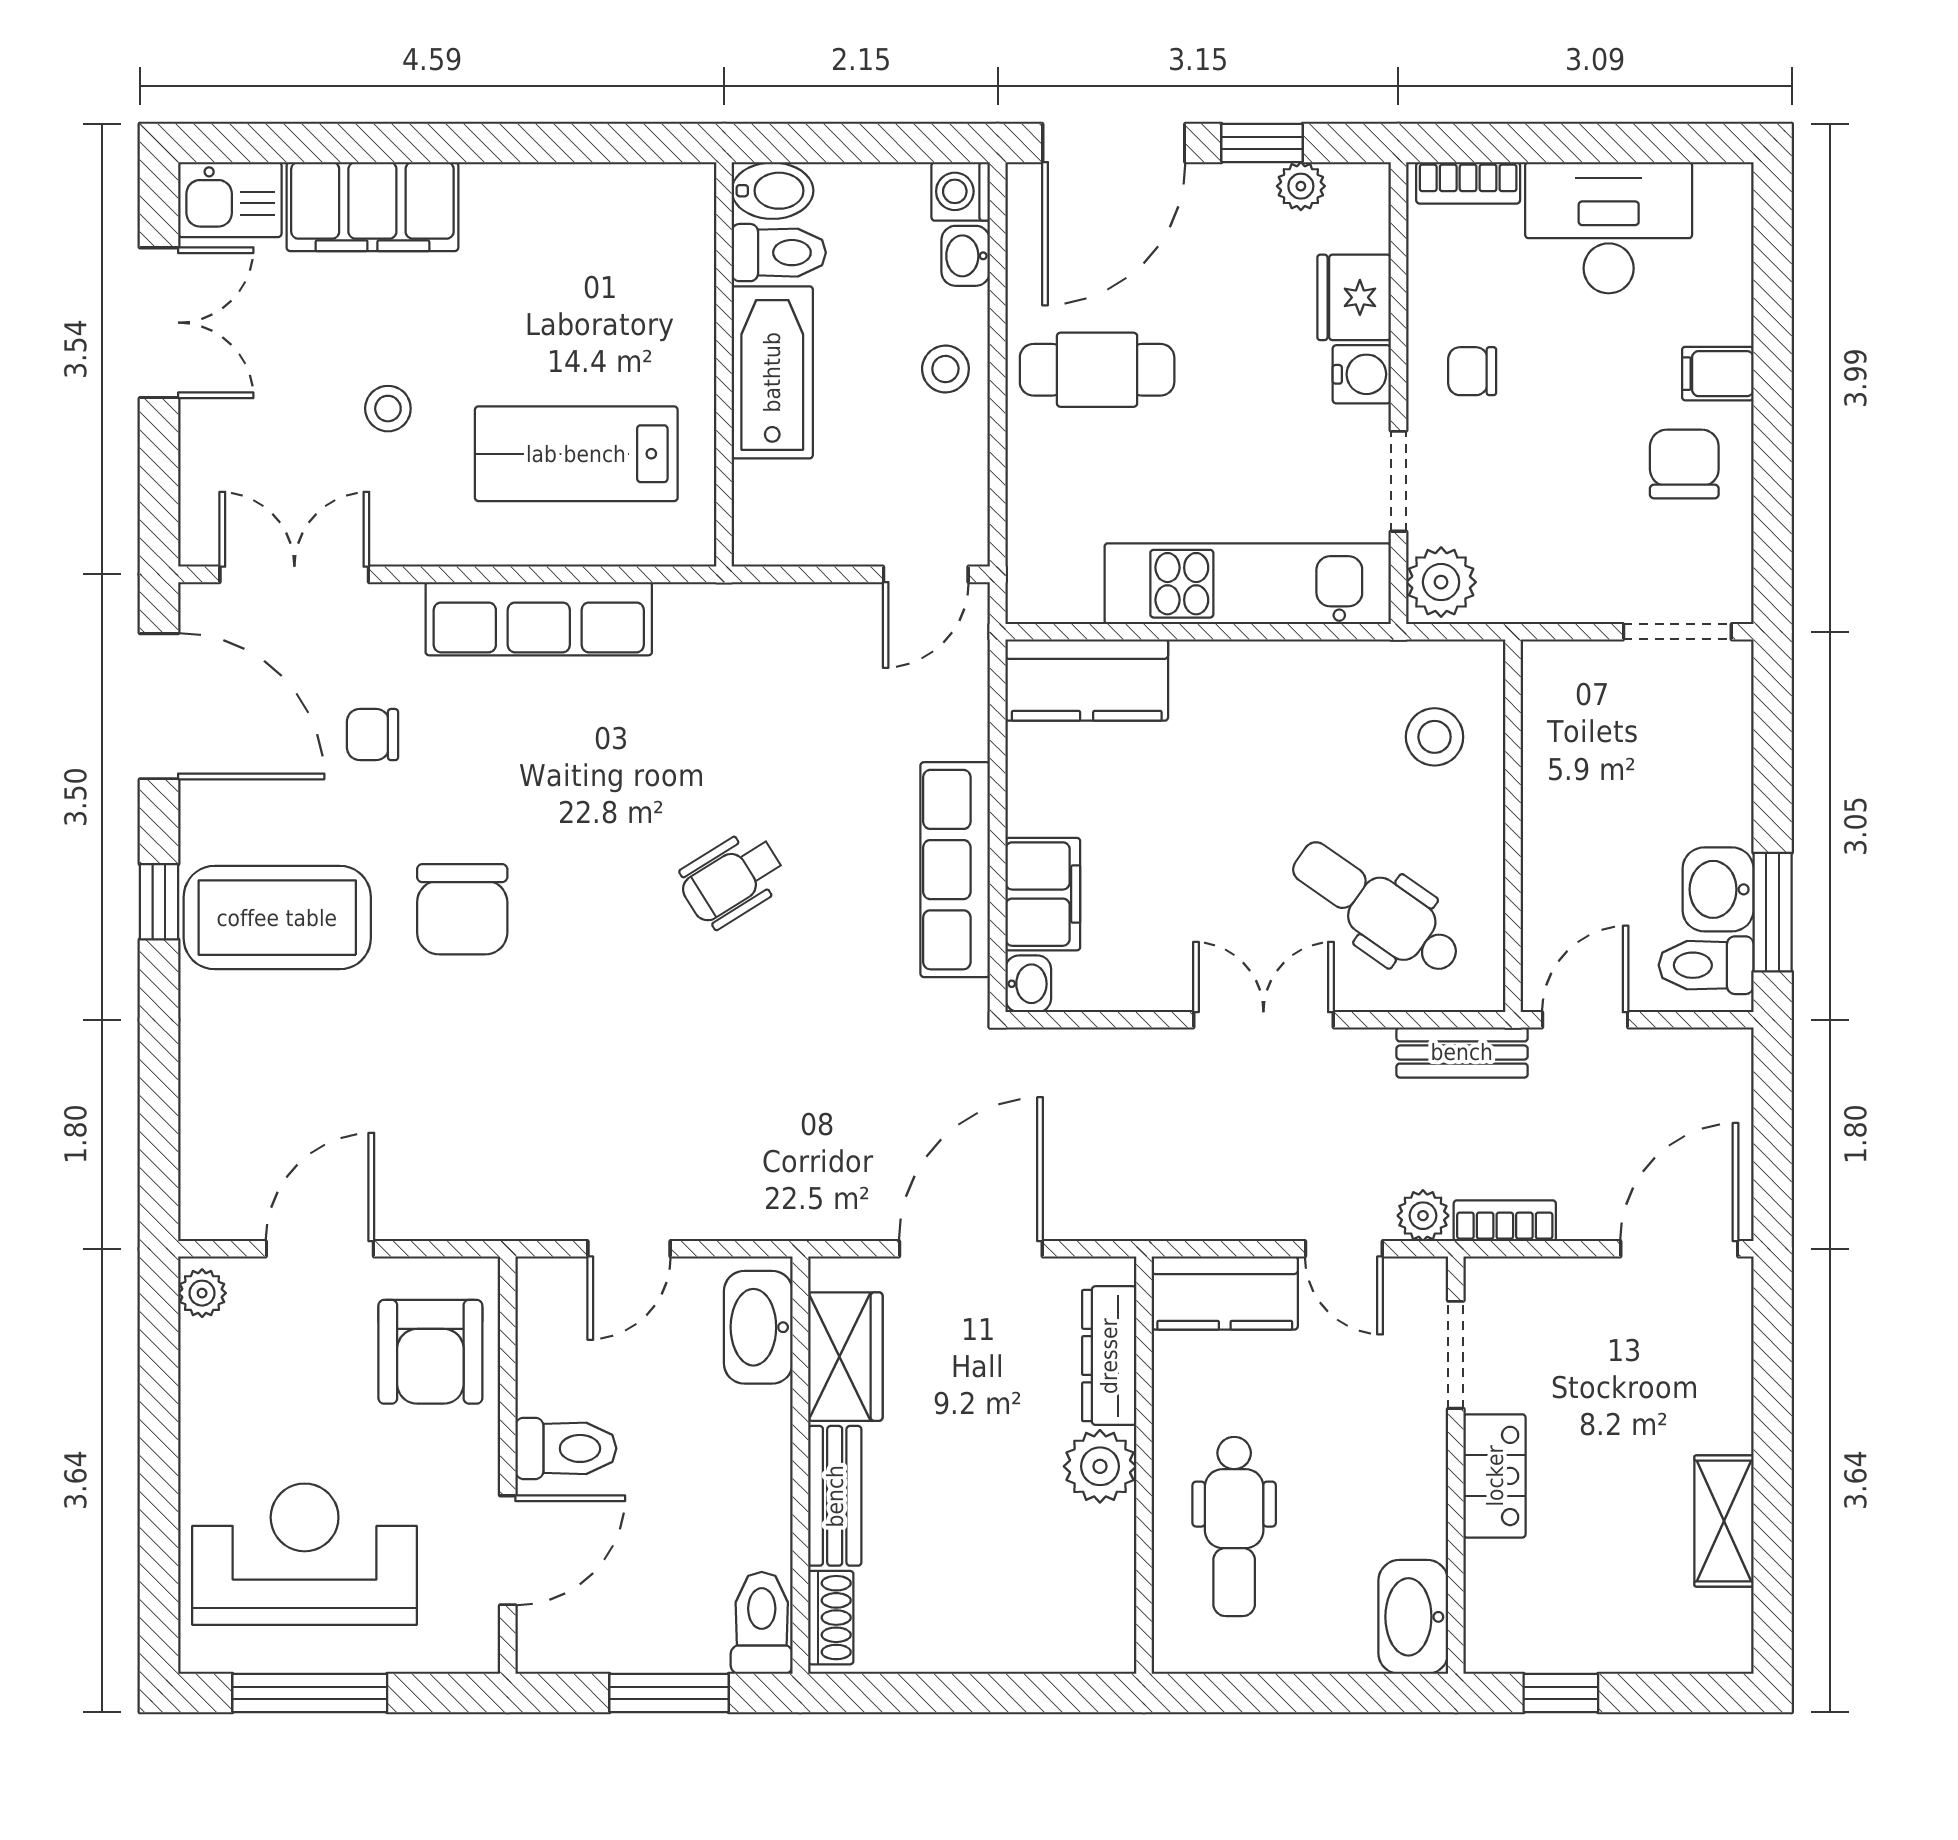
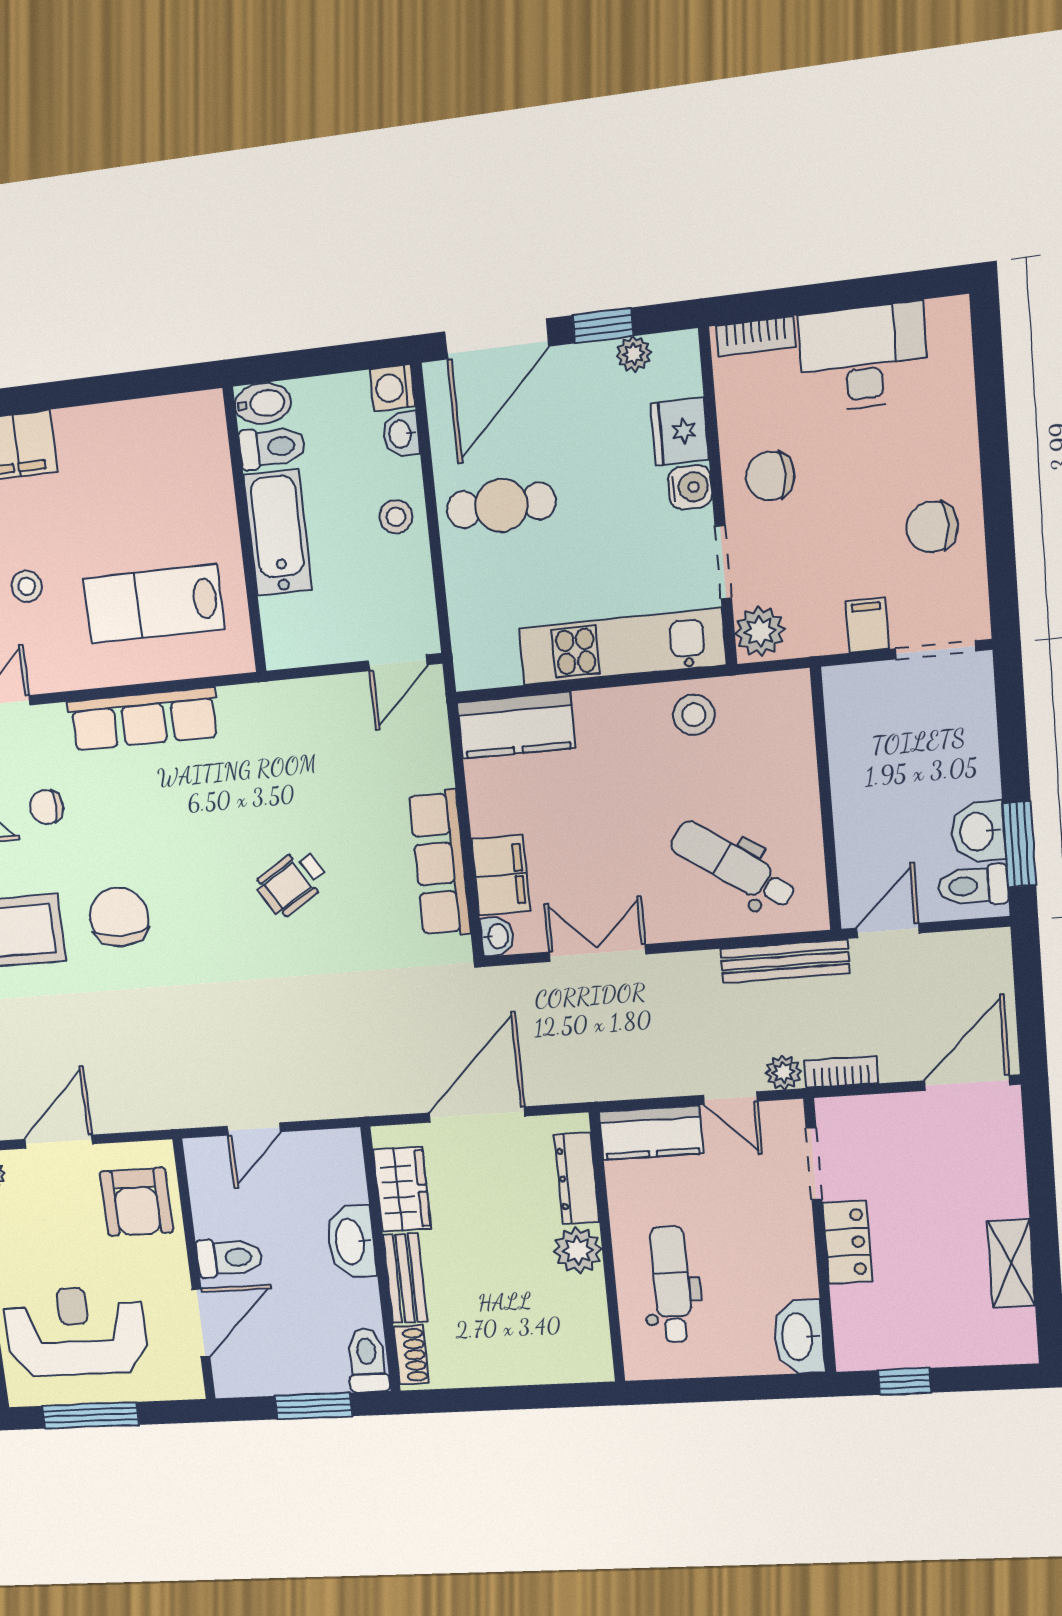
chair: (1472, 371) -> (770, 476), width x1.37, depth x1.37
filing cabinet: (1718, 374) -> (867, 625), moved, turned 90
chair: (1684, 464) -> (932, 527), turned -90
stool: (1435, 737) -> (694, 715), moved
chair: (462, 909) -> (119, 917), turned 180
double door: (1263, 1020) -> (598, 953), moved
bench: (1462, 1052) -> (785, 961), width x1.36
washbasin: (758, 1327) -> (351, 1241), moved
dental chair: (1234, 1527) -> (672, 1284), turned 180

